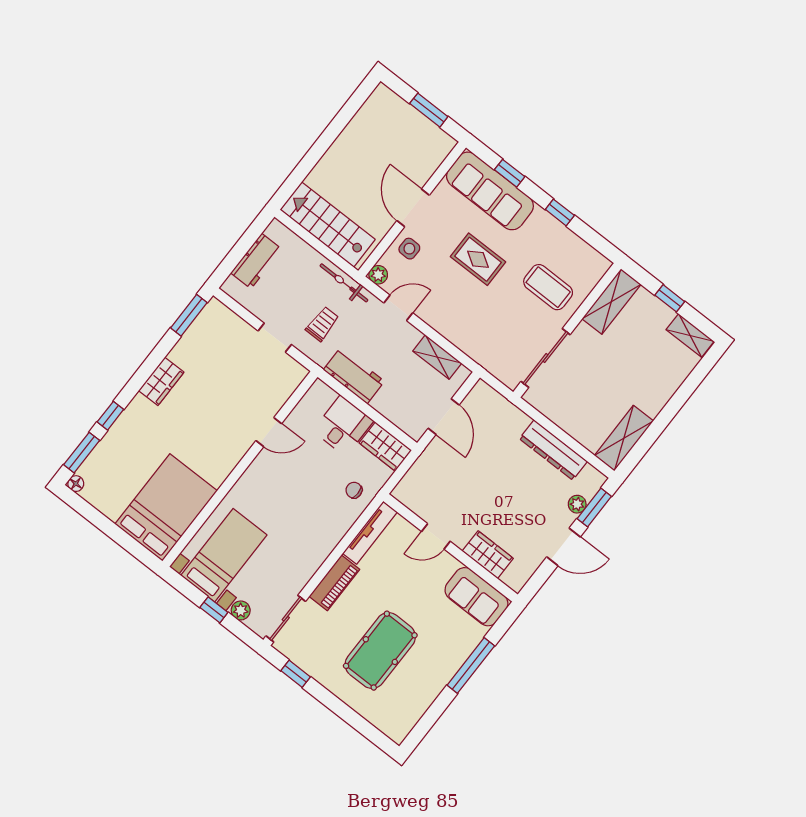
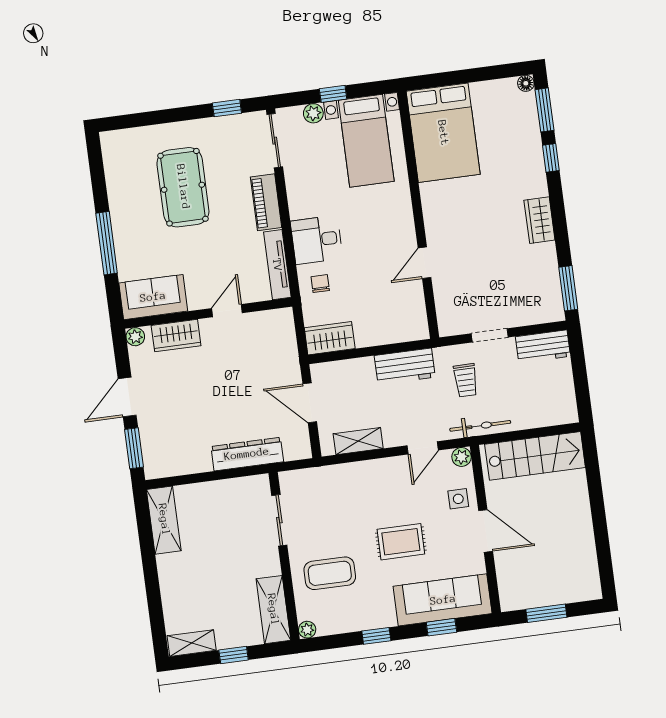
workbench: (256, 261) -> (543, 346), moved, turned -90
plant: (602, 265) -> (307, 630), added
sliding door: (545, 358) -> (279, 520), width x0.73
desk: (343, 426) -> (317, 240), moved, turned 90
dresser: (553, 450) -> (247, 454), moved
chair: (354, 490) -> (320, 284), turned -90
plant: (577, 504) -> (135, 337), moved

